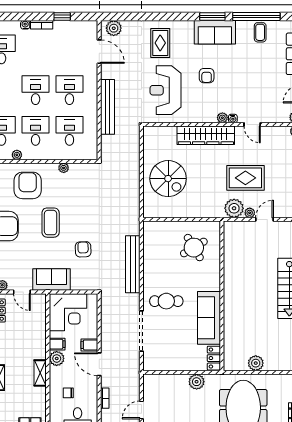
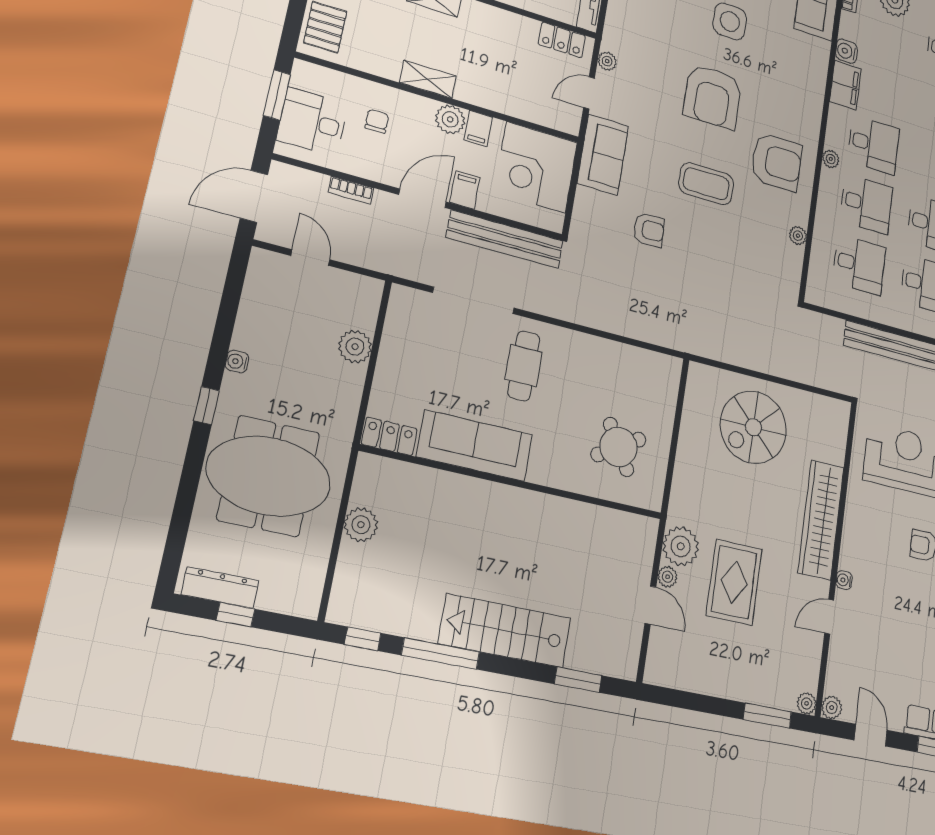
plant: (222, 118) -> (848, 560), removed
bench: (133, 264) -> (505, 239), moved
plant: (197, 382) -> (355, 347), moved

